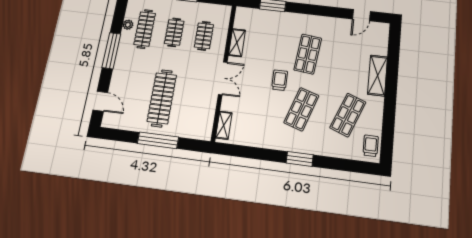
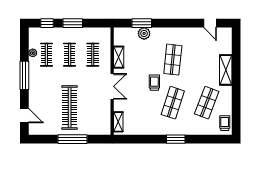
door: (361, 15) -> (210, 23), hinge flipped
plant: (274, 18) -> (144, 33), added
clothes rail: (145, 29) -> (46, 55), width x0.73

